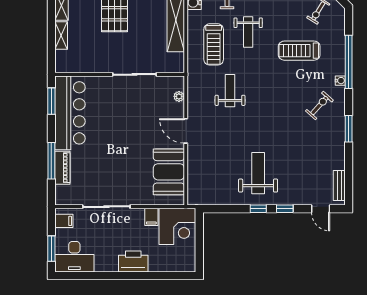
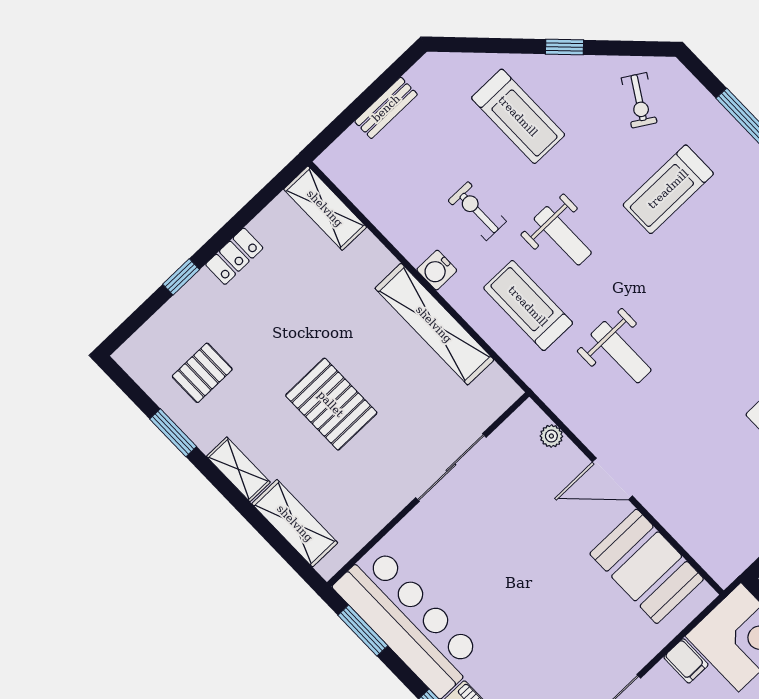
shelving: (61, 35) -> (295, 523), width x1.50, depth x1.33
treadmill: (214, 44) -> (528, 306), turned 180
weight bench: (230, 91) -> (621, 352), turned 180

